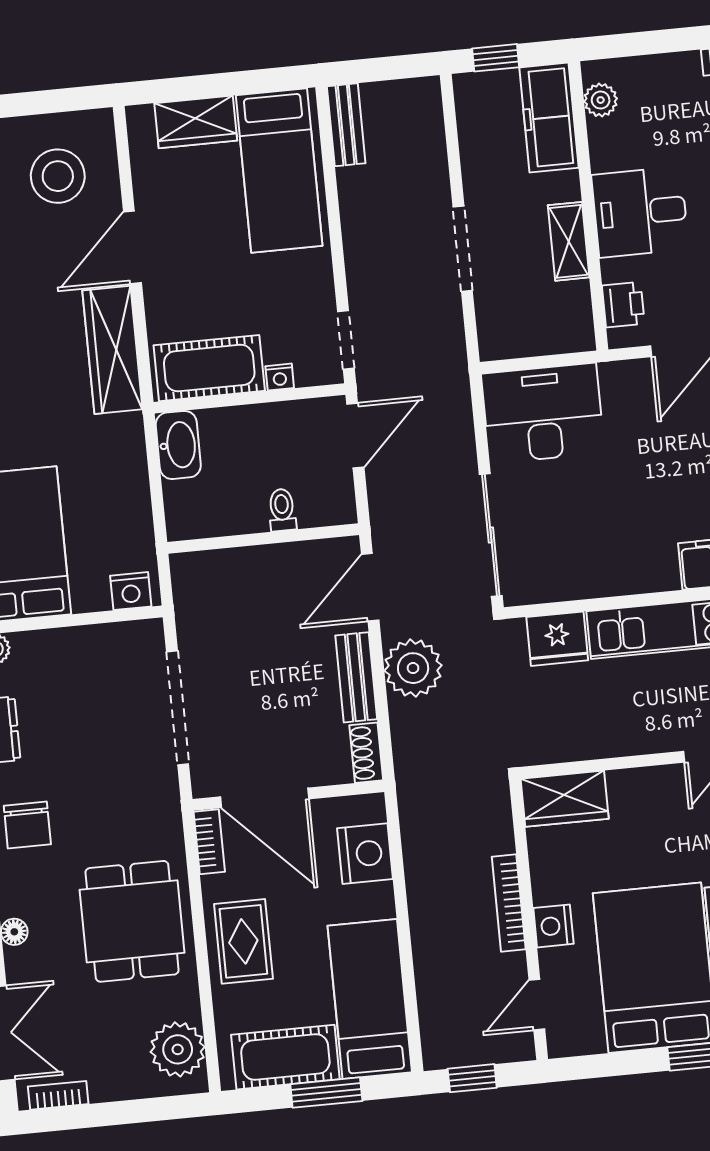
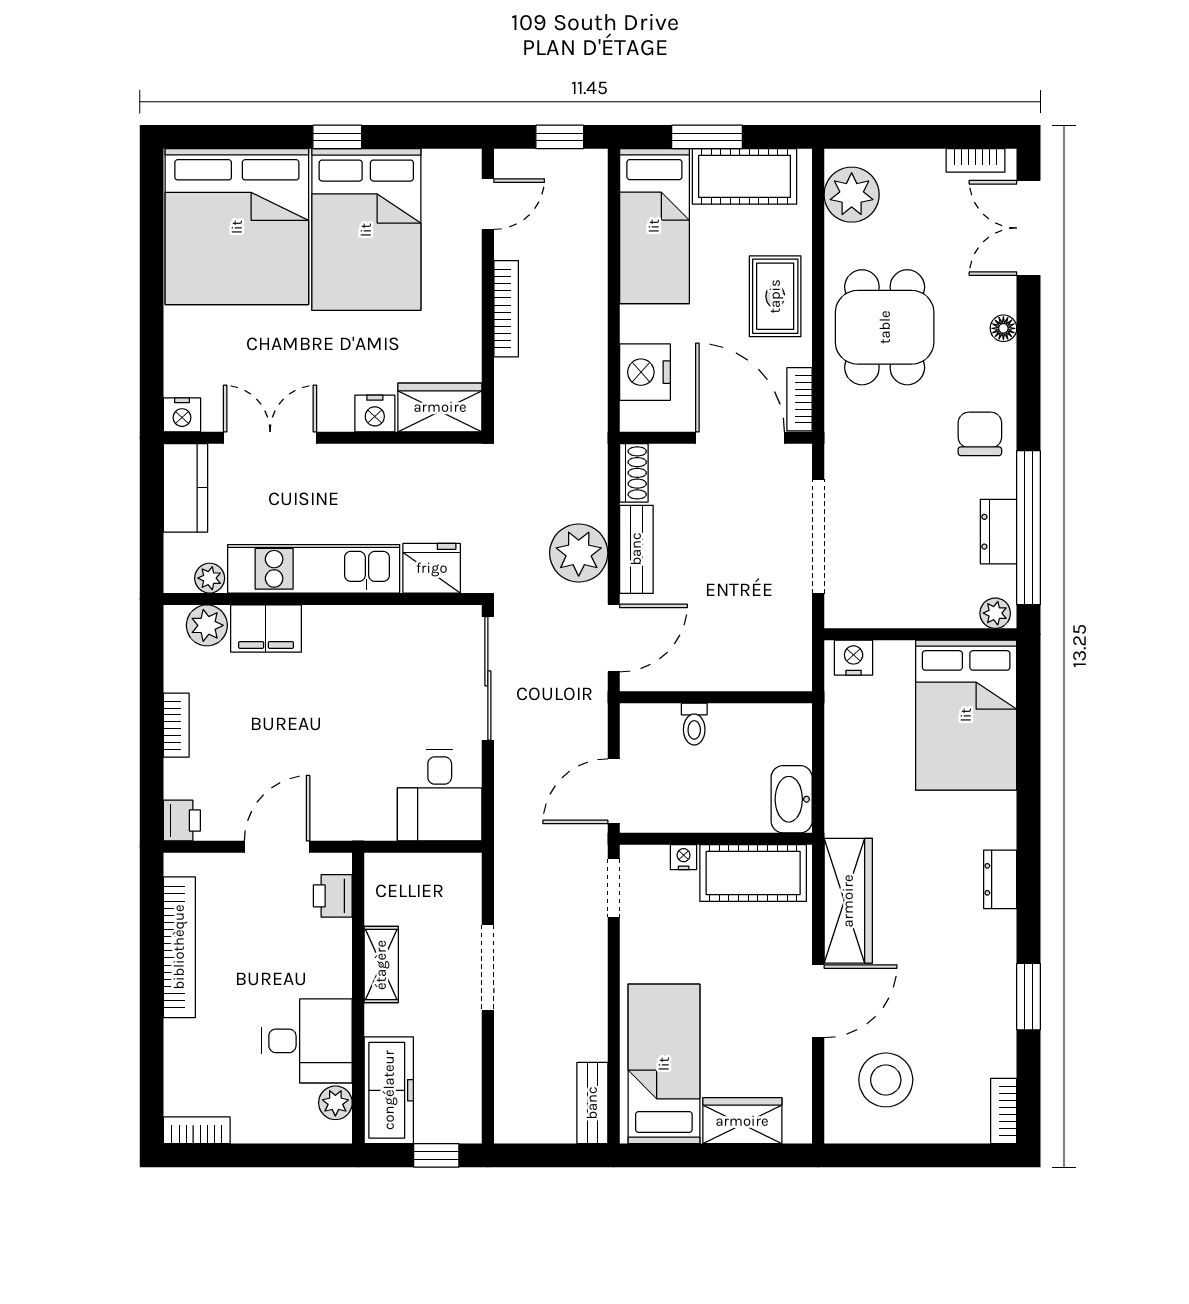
desk: (640, 212) -> (307, 1041), moved
desk: (543, 413) -> (440, 795), width x0.73
nightstand: (553, 926) -> (375, 413), moved, turned 90

